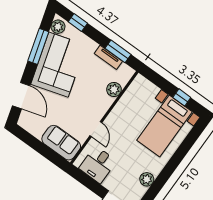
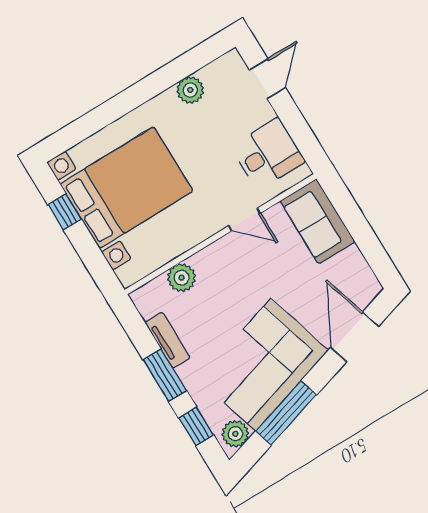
window: (118, 51) -> (165, 375), moved
bed with nightstands: (165, 126) -> (126, 188), width x1.36
door: (96, 129) -> (244, 219), swing flipped

